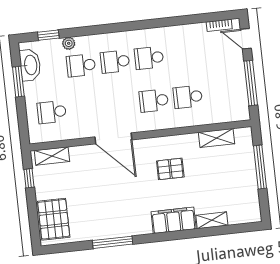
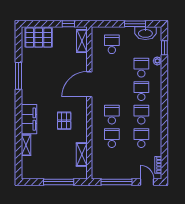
door: (246, 39) -> (147, 182), hinge flipped
school desk: (183, 54) -> (141, 138), added

